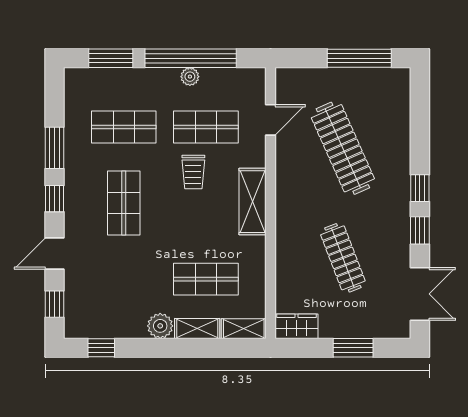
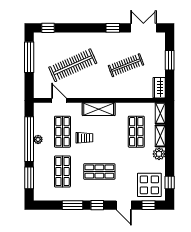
window: (420, 188) -> (48, 28), moved
display table: (96, 306) -> (149, 185), added

